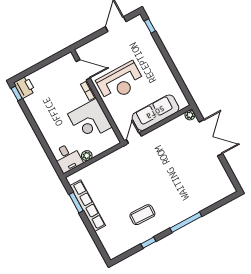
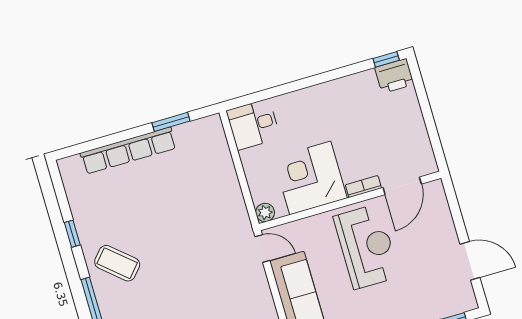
reception desk: (120, 82) -> (366, 247), turned 180
plant: (87, 156) -> (265, 212), moved
row of seats: (88, 206) -> (128, 150), moved
coffee table: (142, 215) -> (117, 263), moved, turned -51

